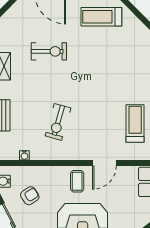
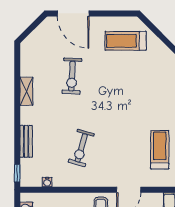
exercise bike: (49, 51) -> (72, 76), turned 93

